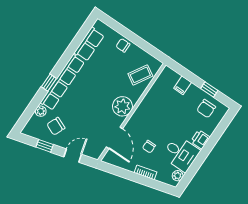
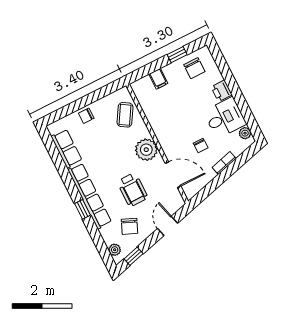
plant: (41, 111) -> (115, 250), moved
wheelchair: (86, 113) -> (132, 190), added
window: (45, 146) -> (134, 256), moved

